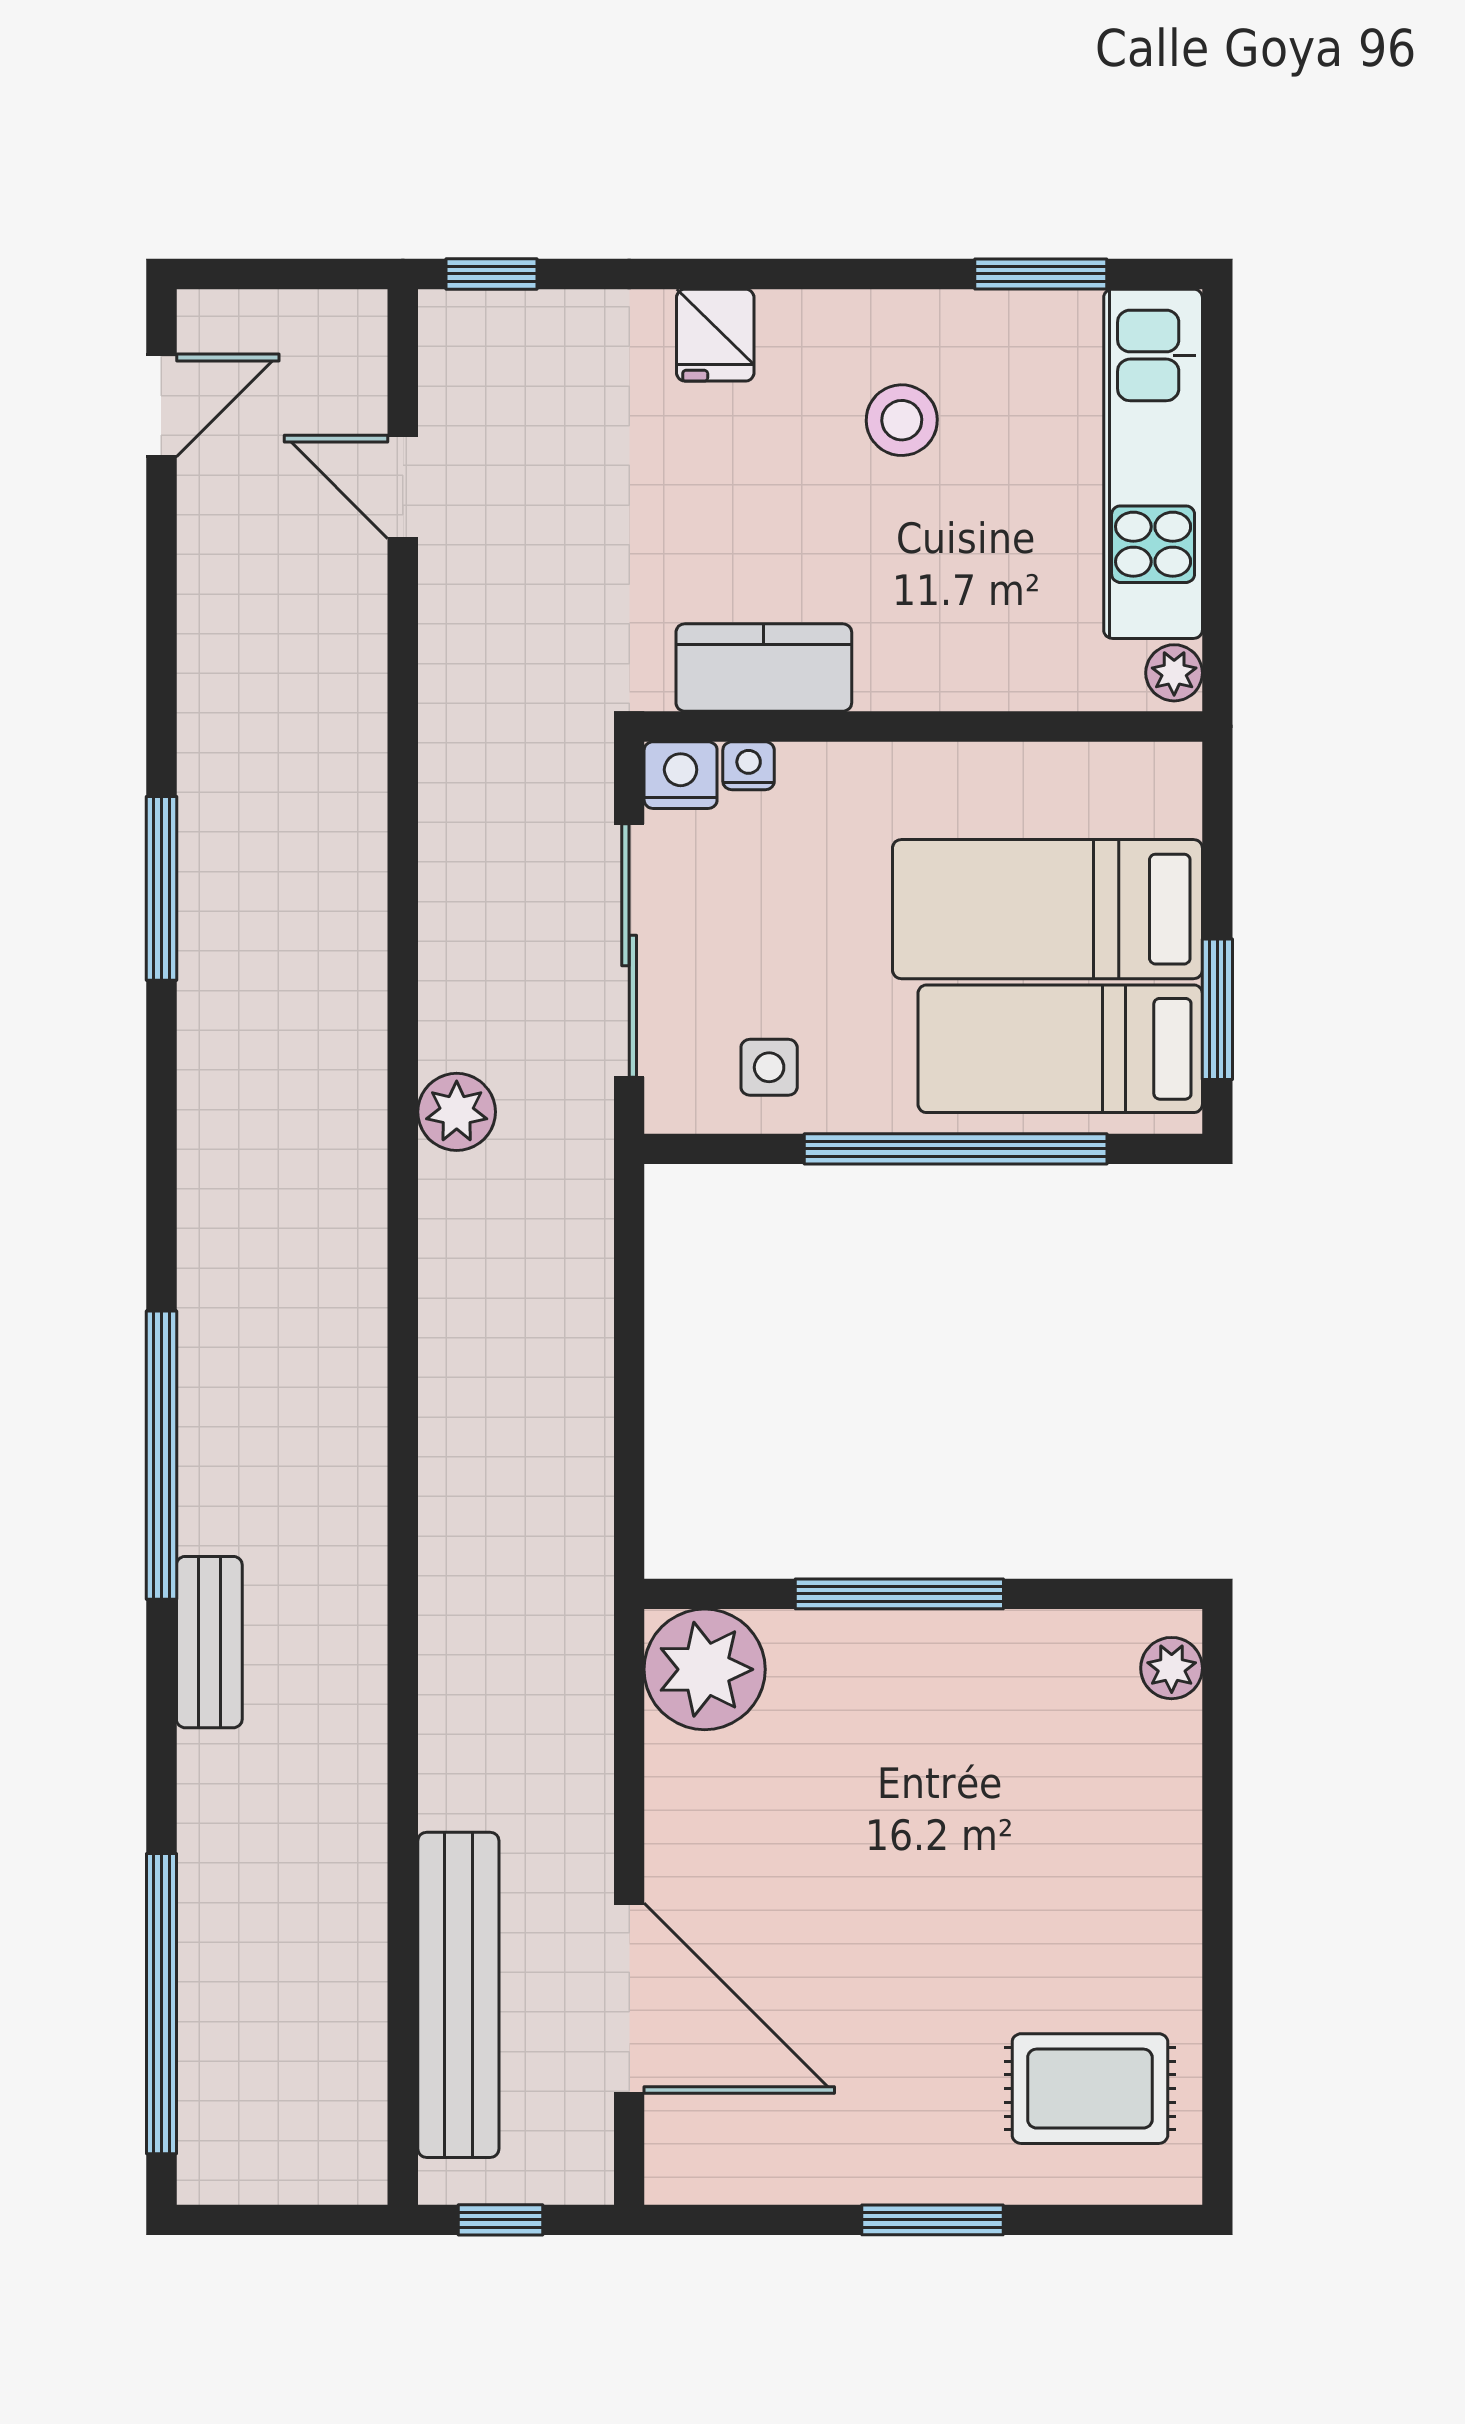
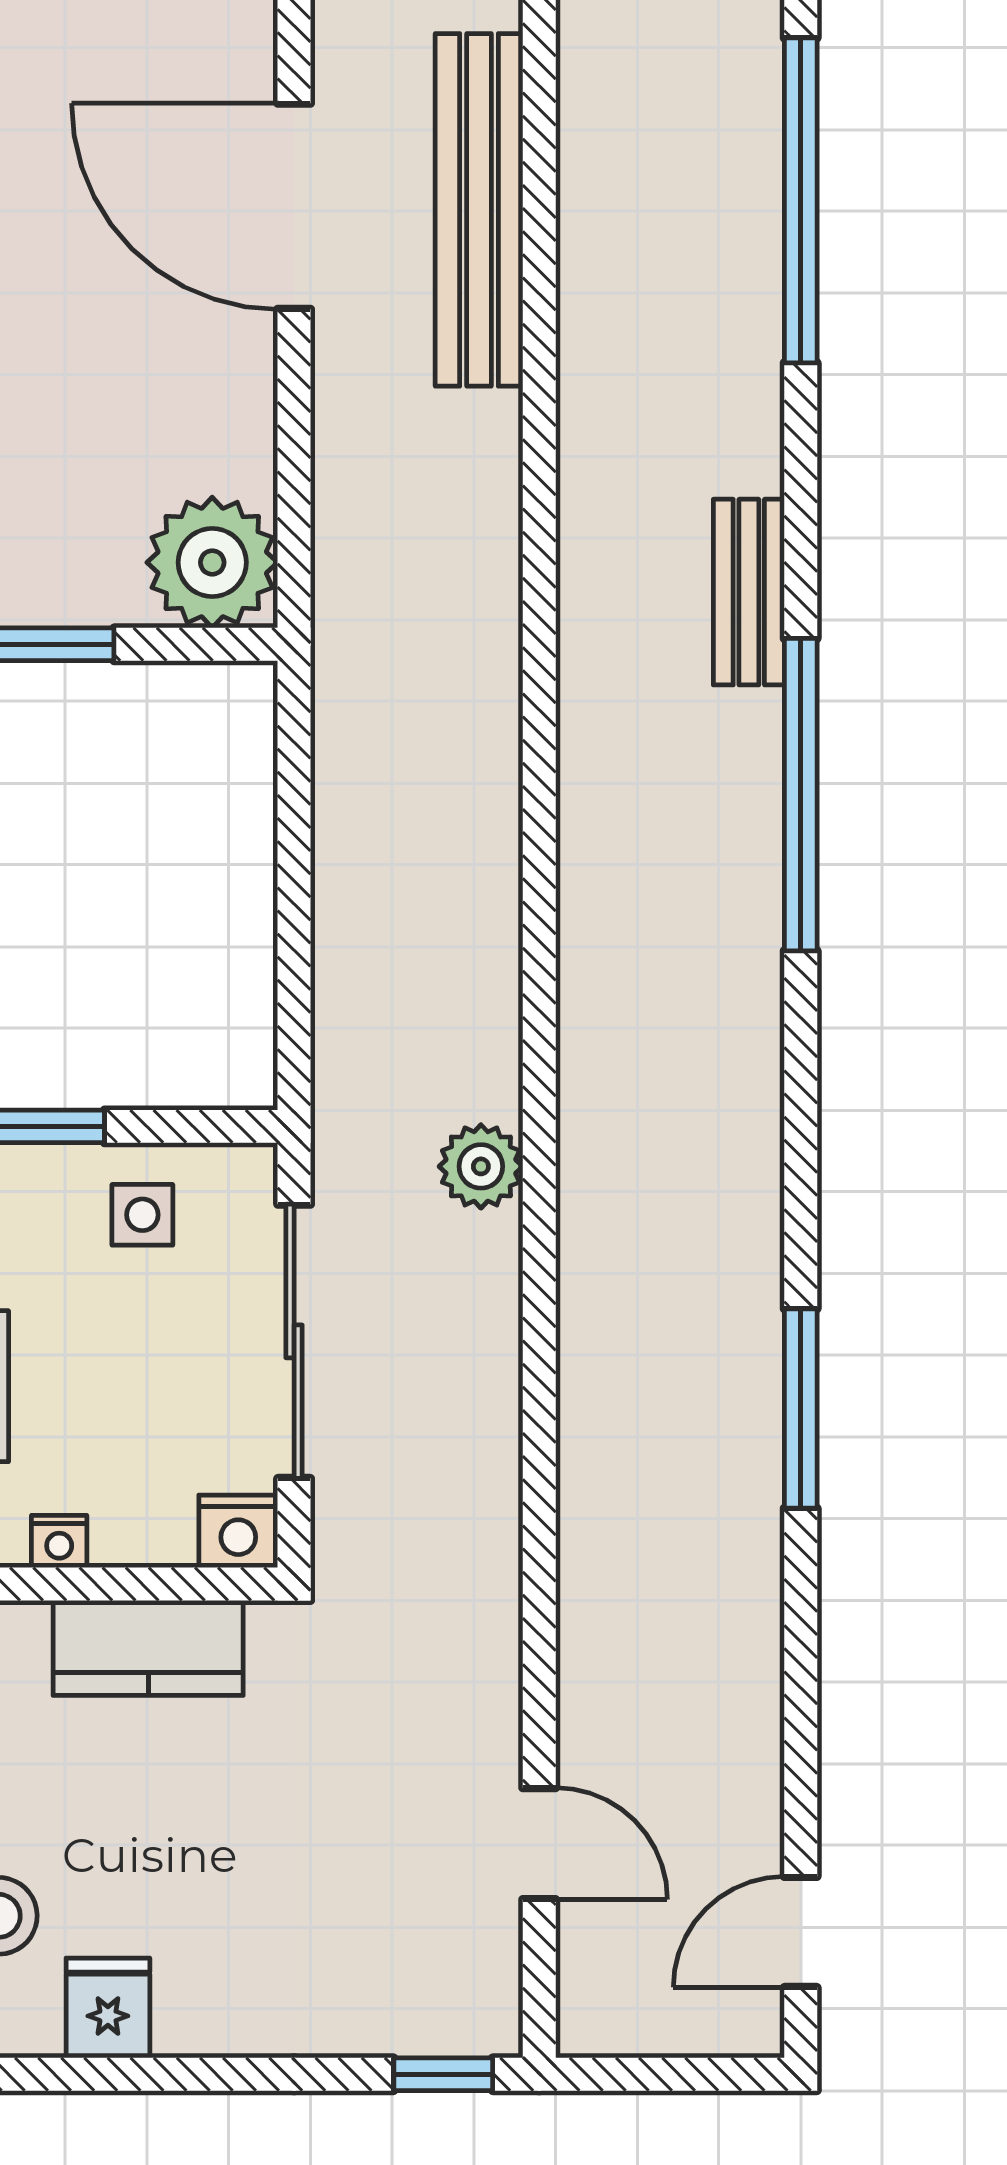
fridge: (715, 335) -> (108, 2008), moved
nightstand: (749, 766) -> (59, 1541), moved

